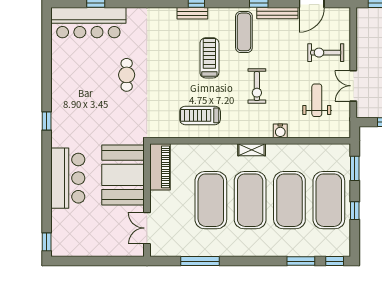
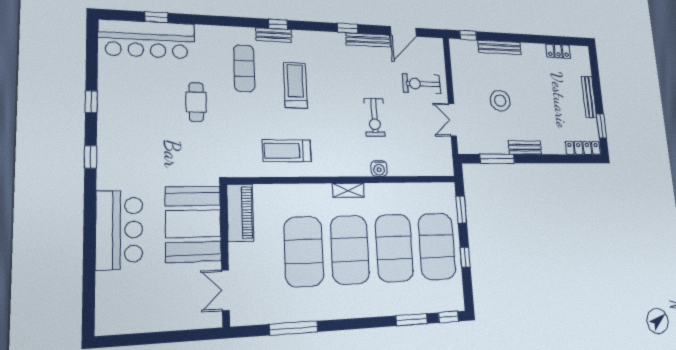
exercise mat: (244, 32) -> (244, 68), moved
exercise bike: (257, 86) -> (375, 117), moved
weight bench: (317, 100) -> (416, 135), removed
window: (47, 242) -> (91, 102), moved

